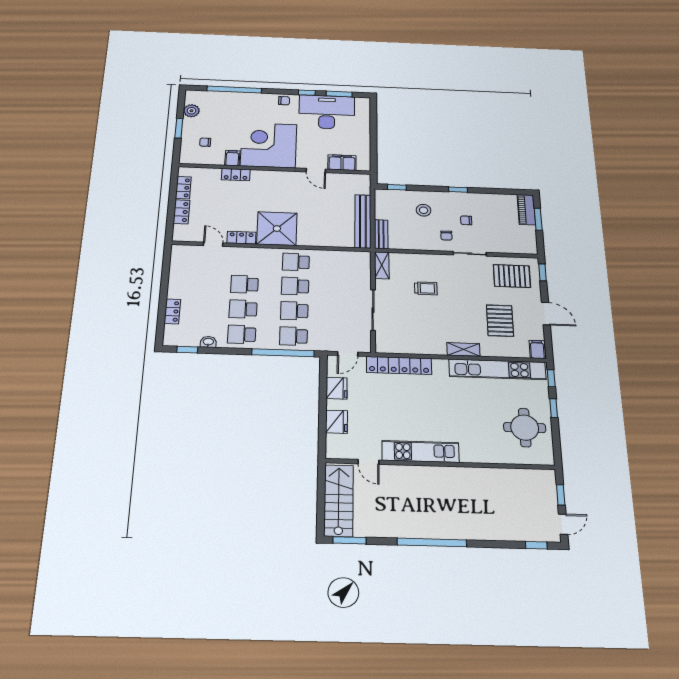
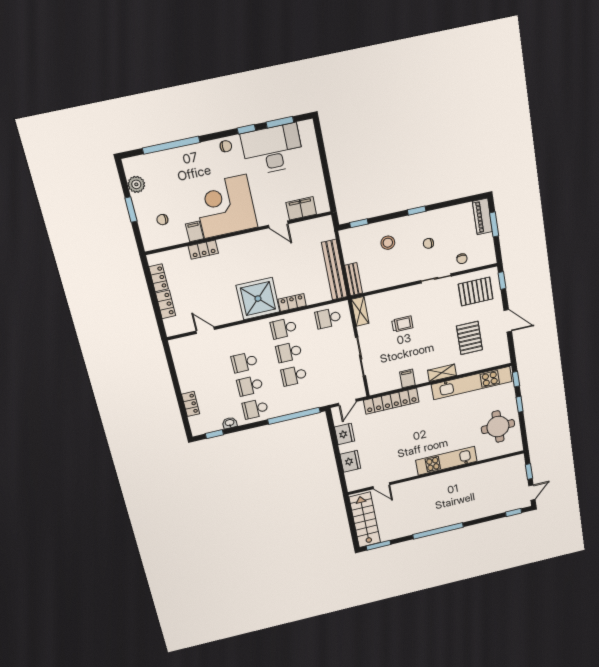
chair: (446, 236) -> (462, 259), moved
locker: (241, 238) -> (292, 302), moved
school desk: (294, 336) -> (328, 318), moved
filing cabinet: (537, 349) -> (407, 378), moved
kitchen unit: (420, 452) -> (446, 461), moved

